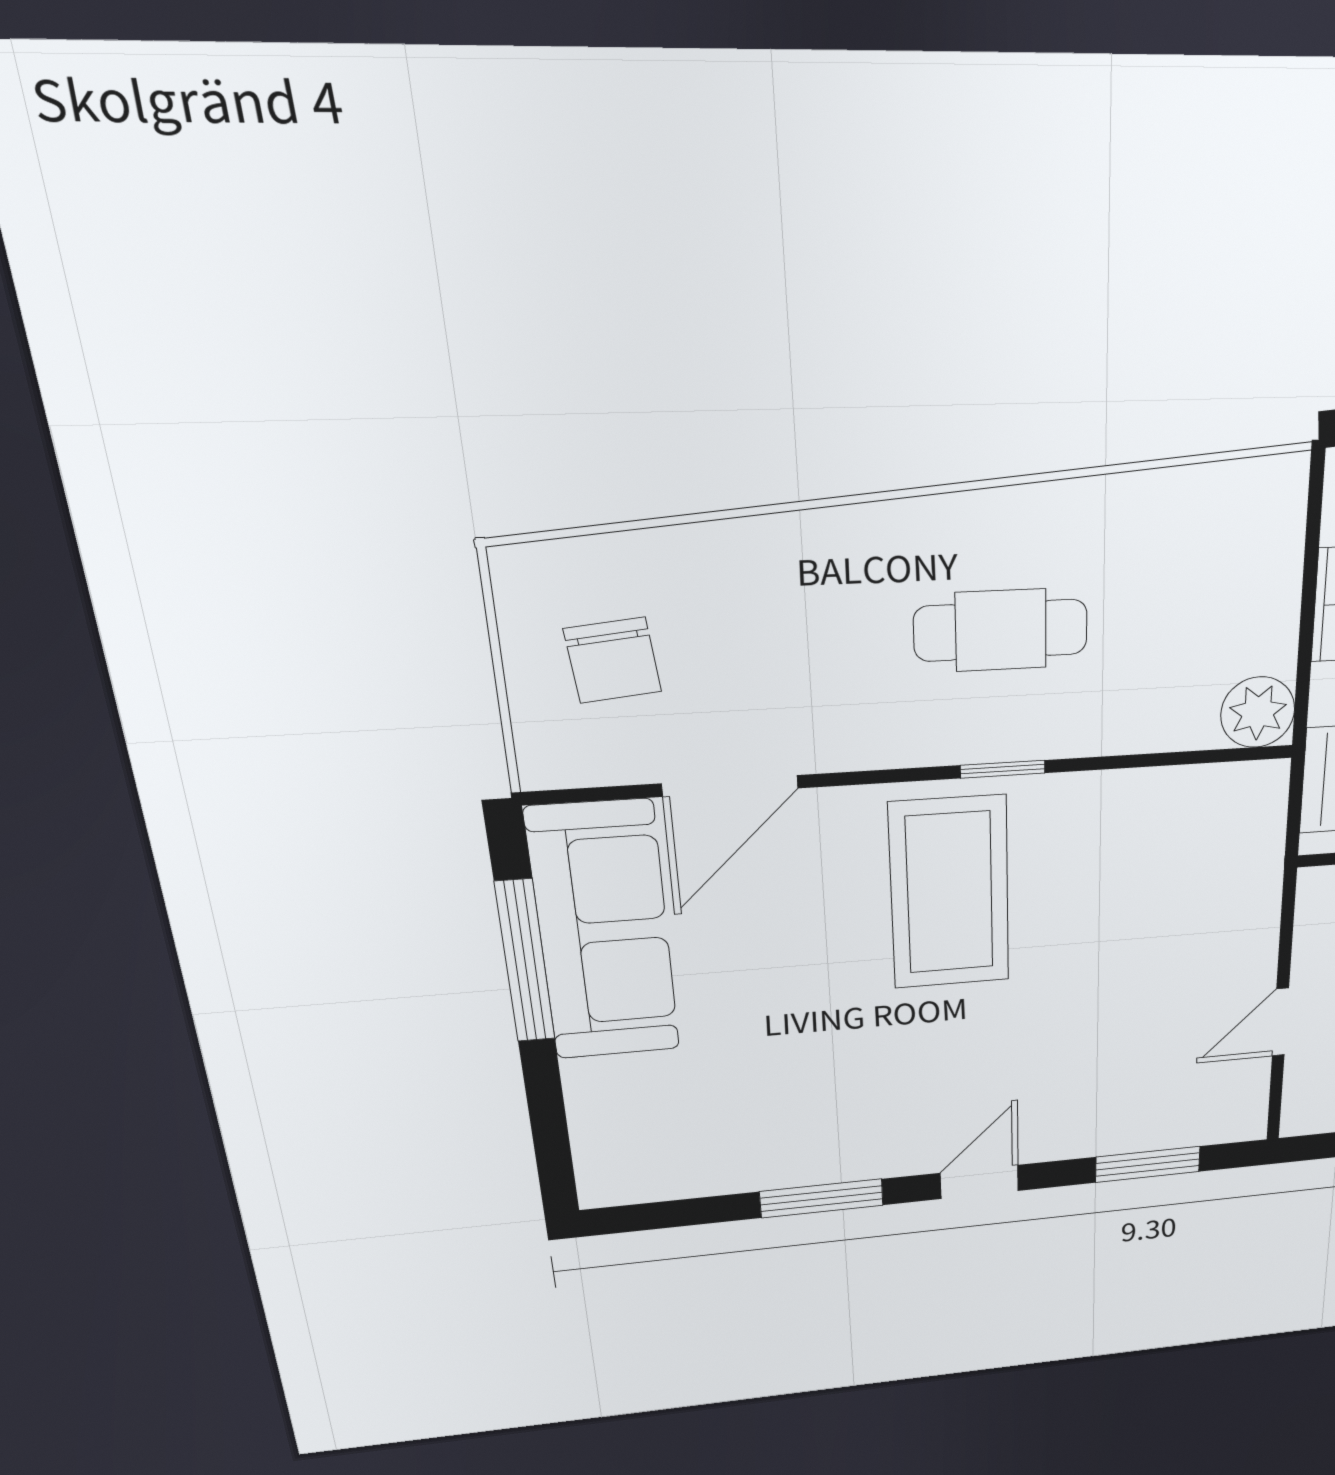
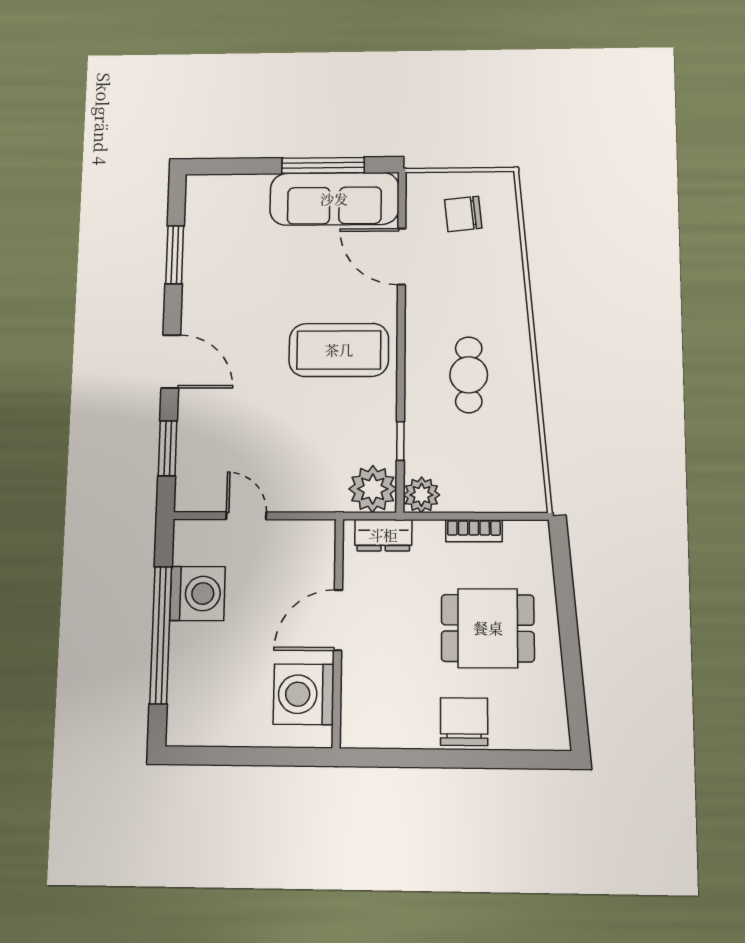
window: (1003, 769) -> (400, 441), moved
plant: (1241, 806) -> (373, 489), added
door: (979, 1182) -> (171, 361), width x1.37
window: (822, 1198) -> (175, 255), moved

